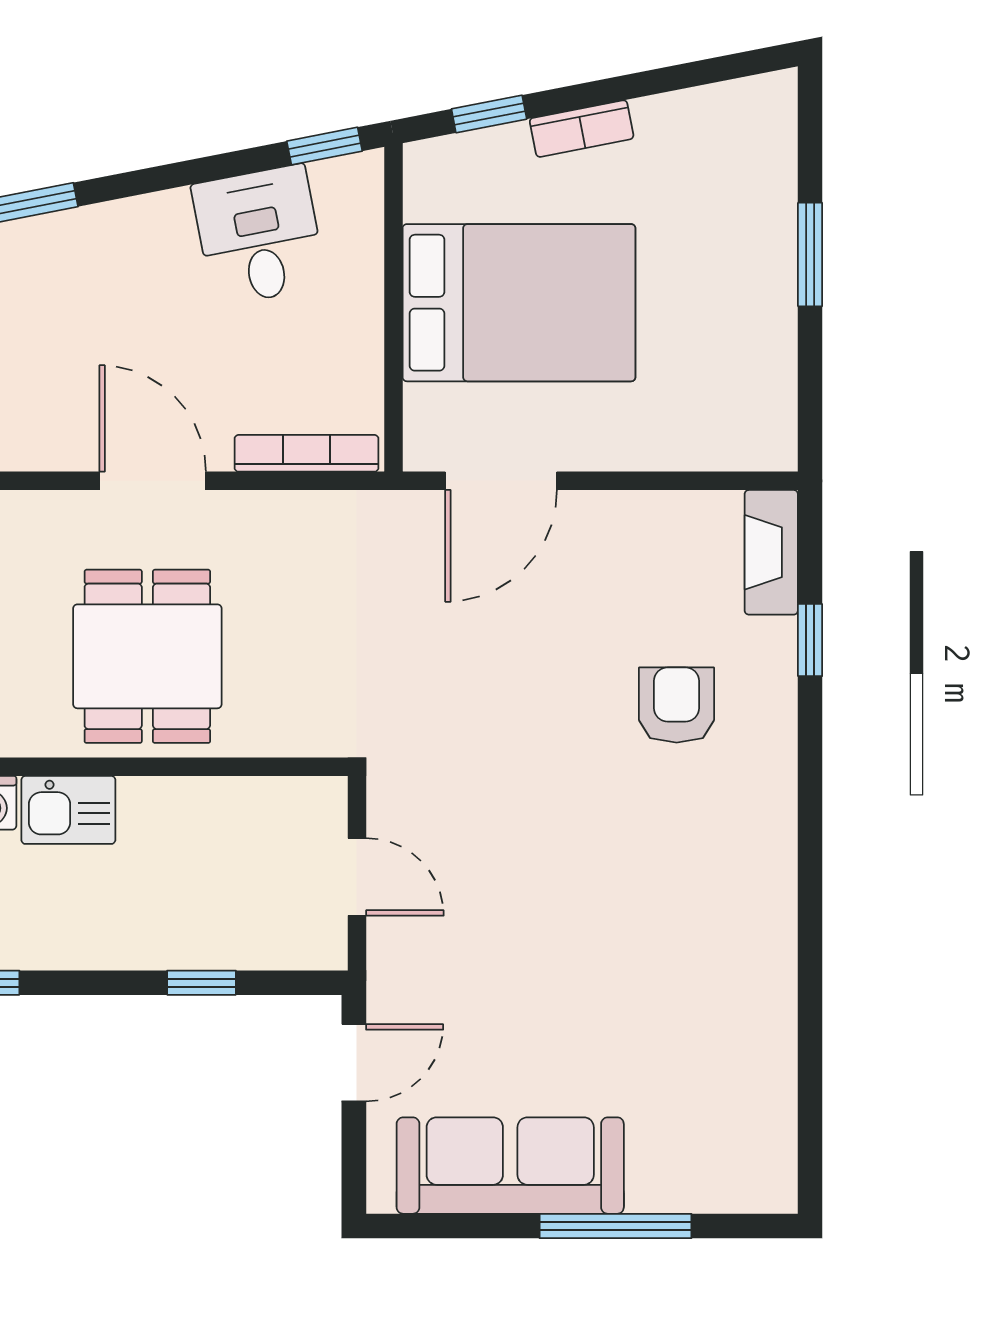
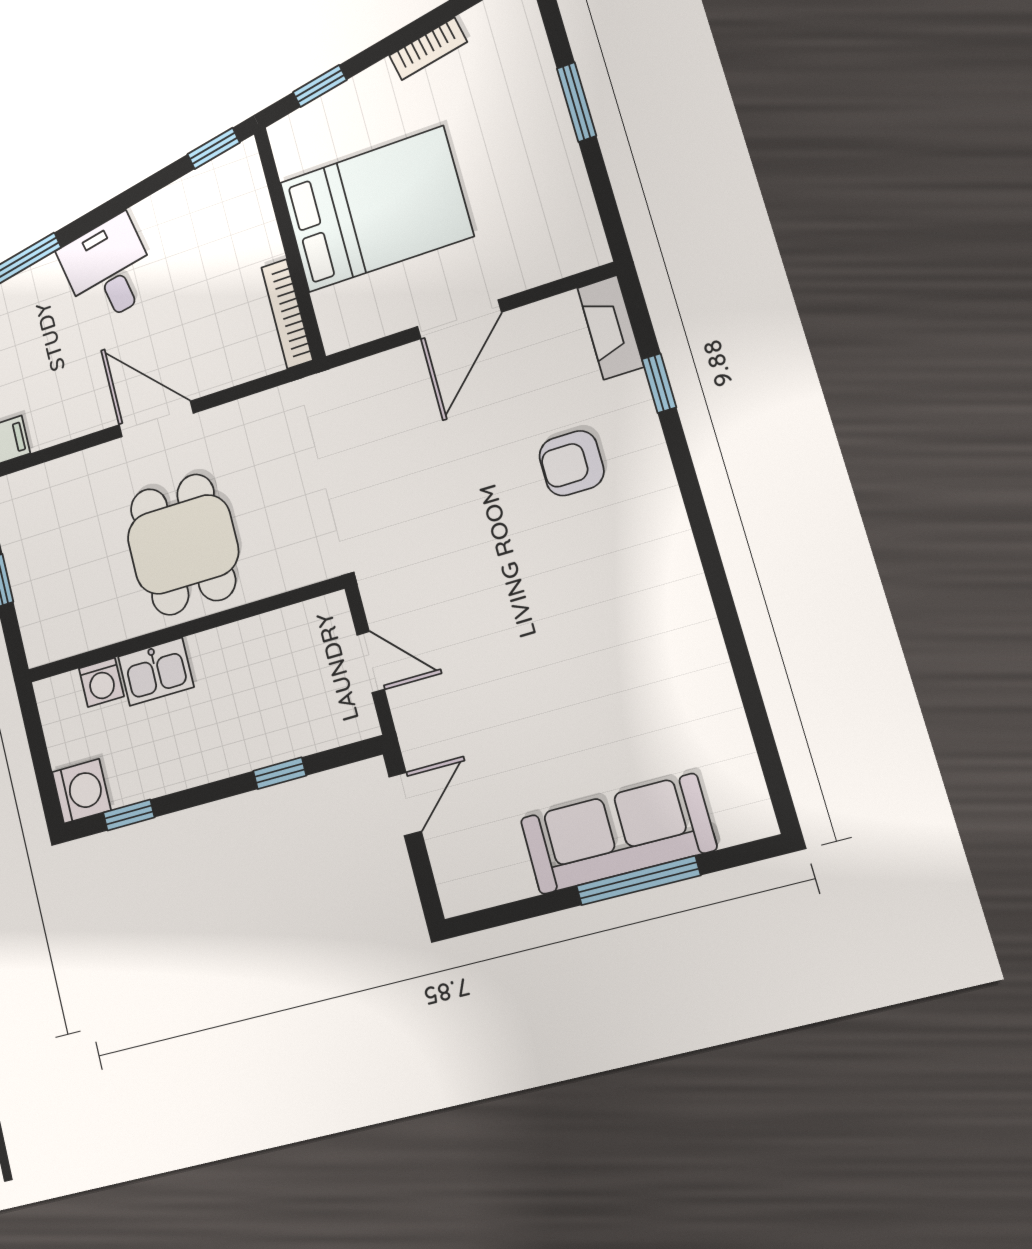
bookcase: (582, 129) -> (428, 49), moved
desk: (259, 235) -> (108, 269), moved
bookcase: (307, 453) -> (287, 314), moved, turned -90
door: (501, 481) -> (459, 319), moved
armchair: (677, 705) -> (572, 463), turned -90
sofa: (510, 1166) -> (618, 834), moved

